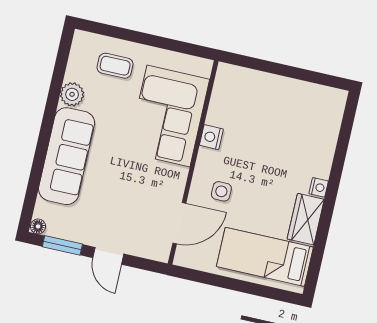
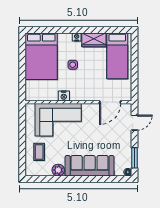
bed: (297, 112) -> (41, 56), added
side table: (221, 191) -> (73, 65), moved
door: (179, 223) -> (110, 102), swing flipped
door: (108, 256) -> (134, 123), moved

